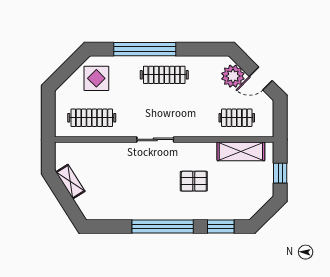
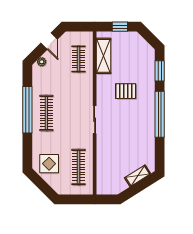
window: (145, 49) -> (27, 110), moved
plant: (233, 76) -> (42, 62), width x0.53, depth x0.53
pallet: (194, 181) -> (126, 91), turned 90
shelving: (70, 182) -> (138, 176), moved

